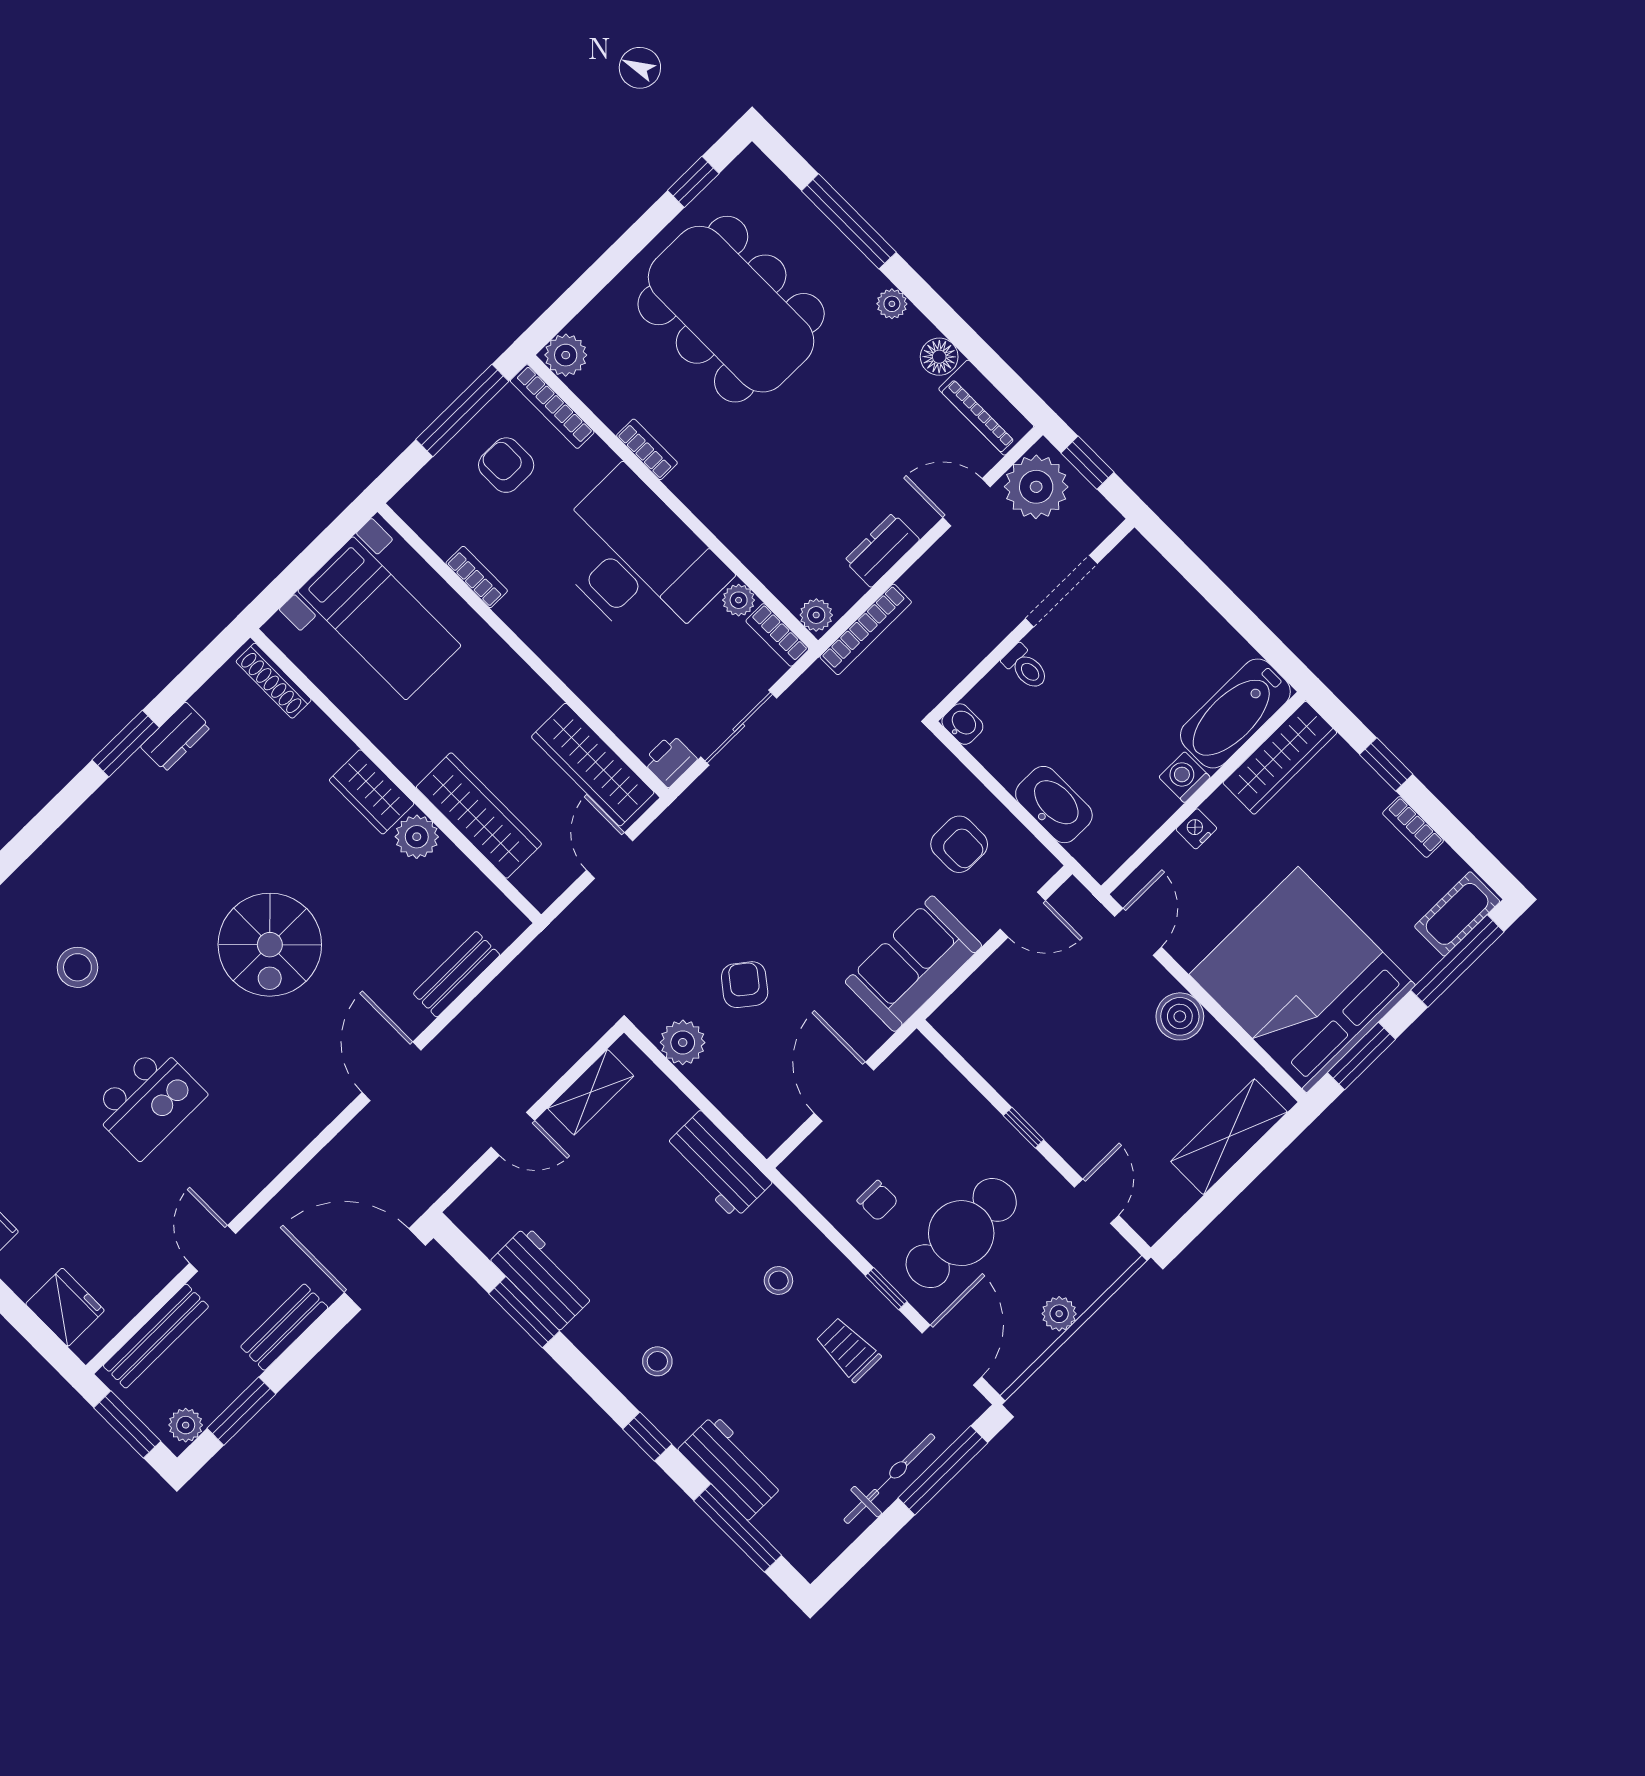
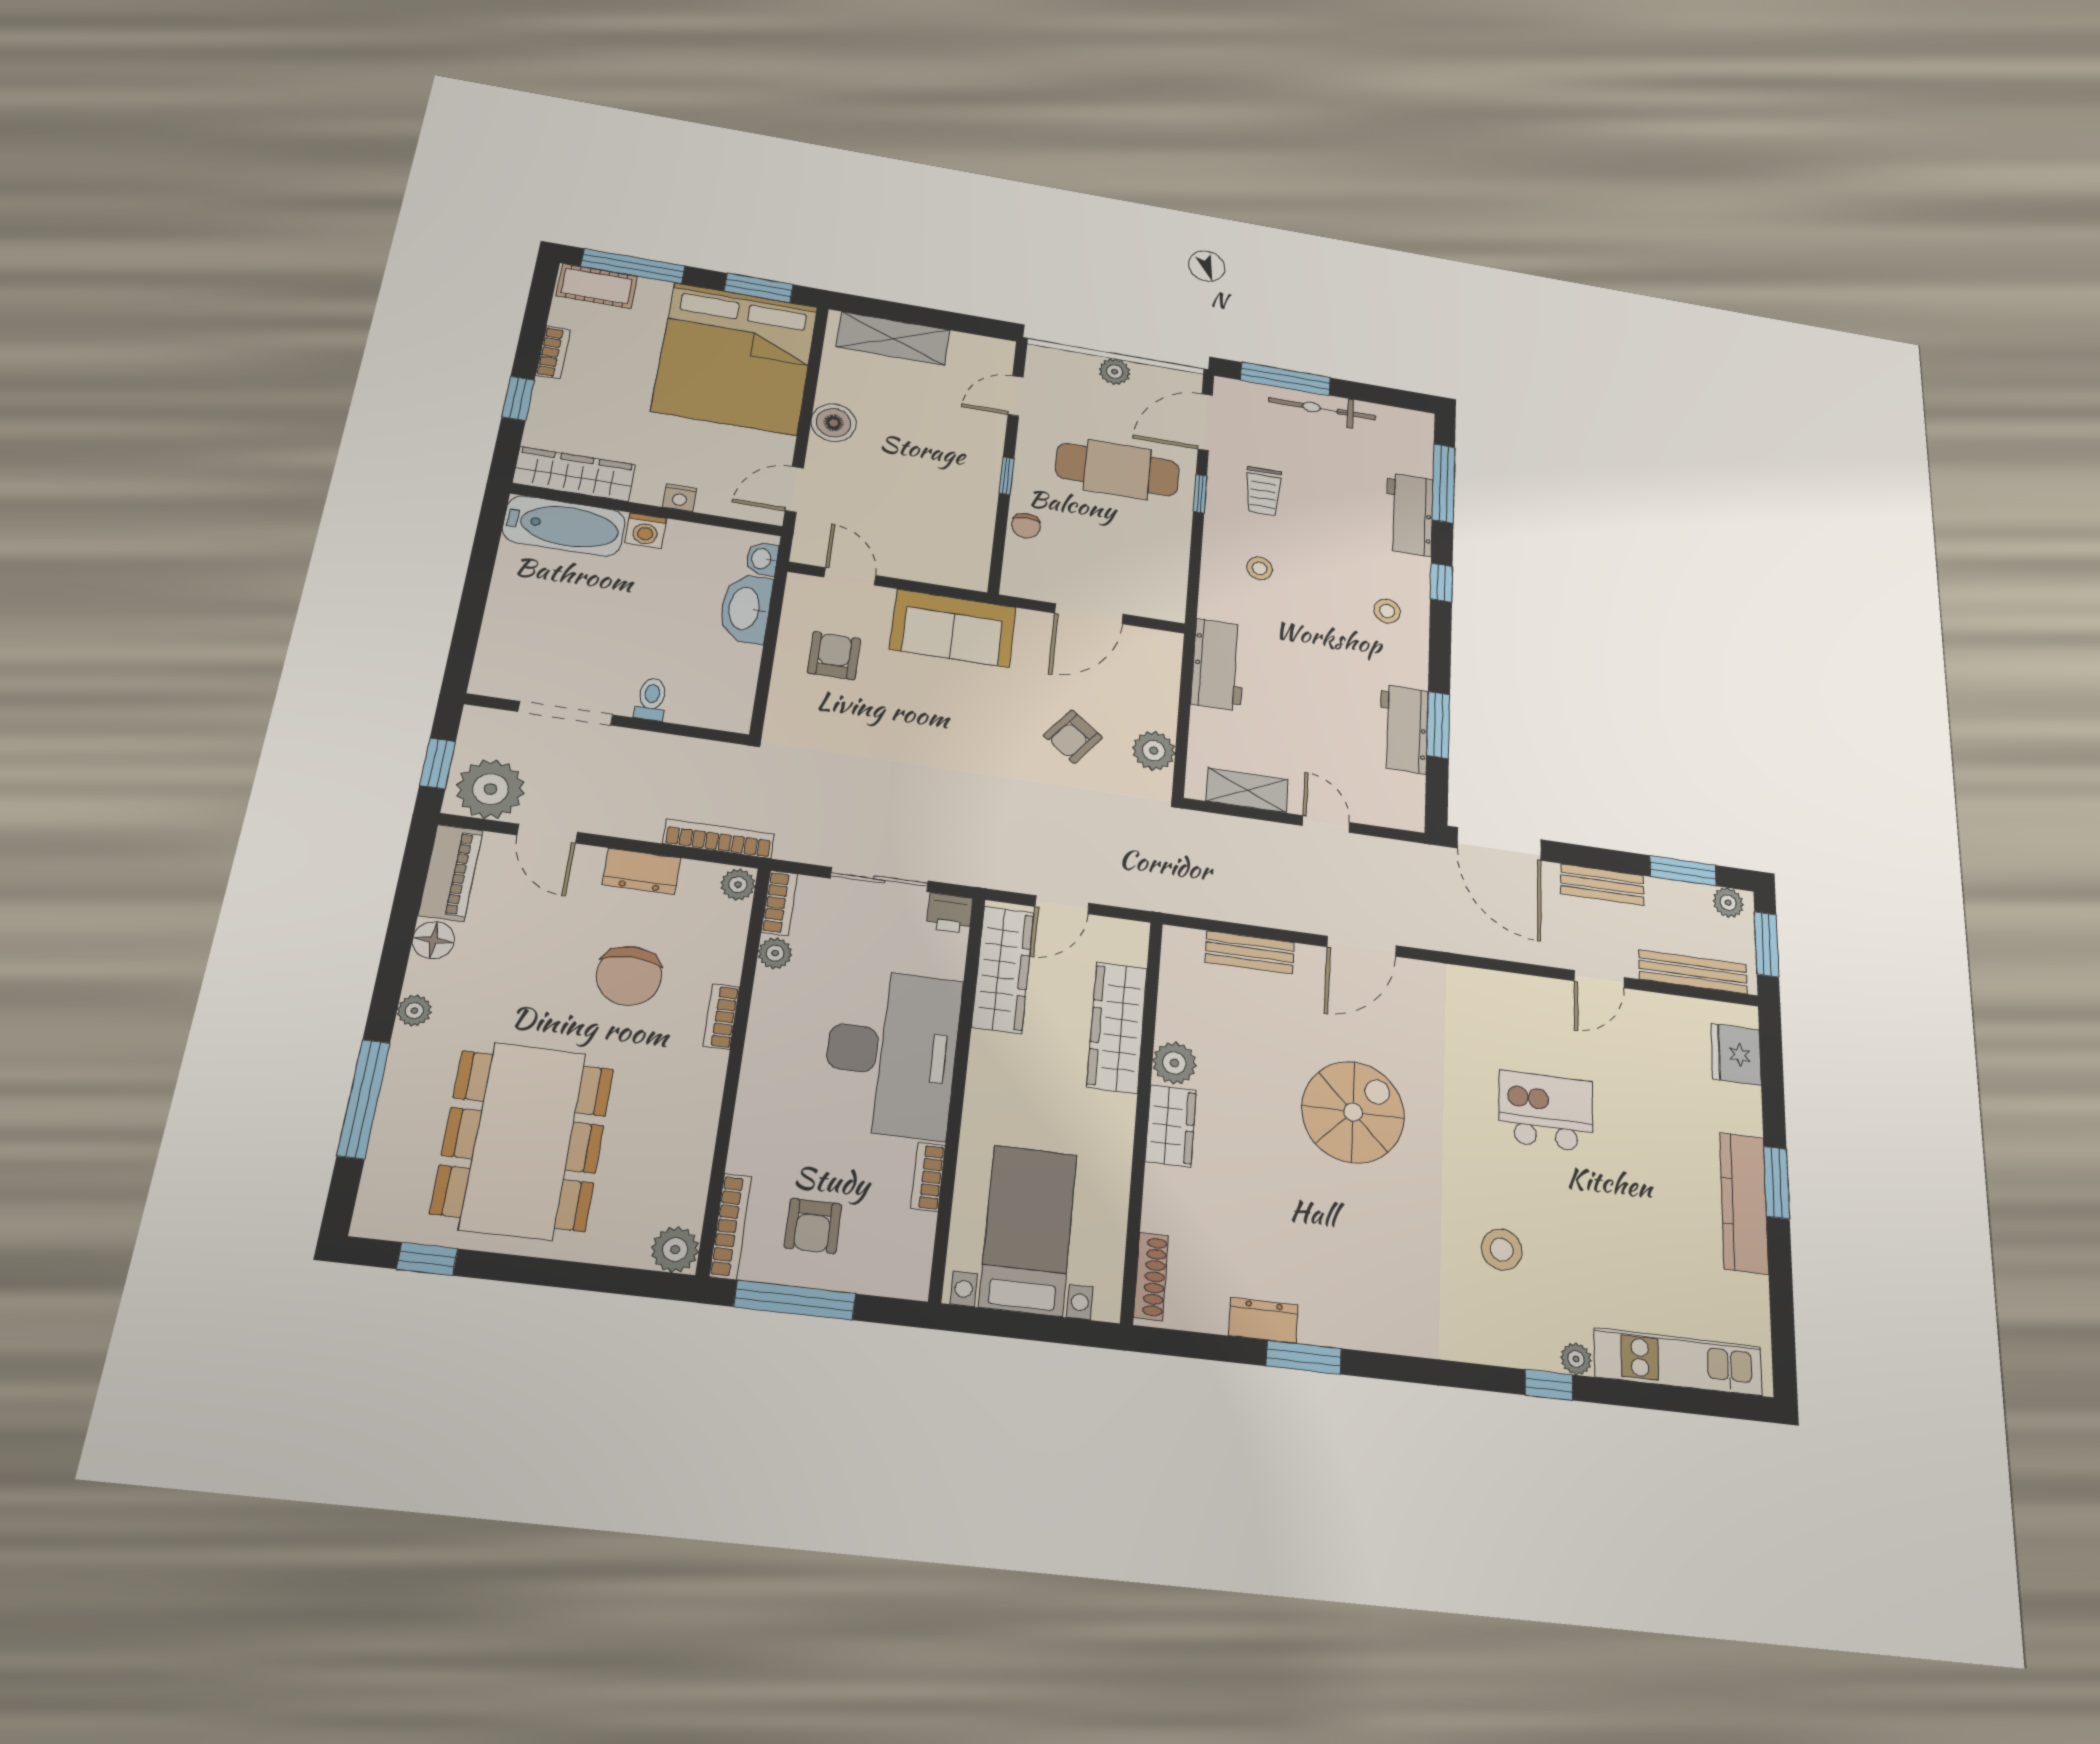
bookcase: (647, 449) -> (721, 1017), moved
chair: (803, 478) -> (629, 976), added
desk: (637, 560) -> (892, 1053), moved, turned 180
washbasin: (962, 724) -> (762, 559), moved
chair: (878, 1201) -> (1026, 526), moved, turned 180

